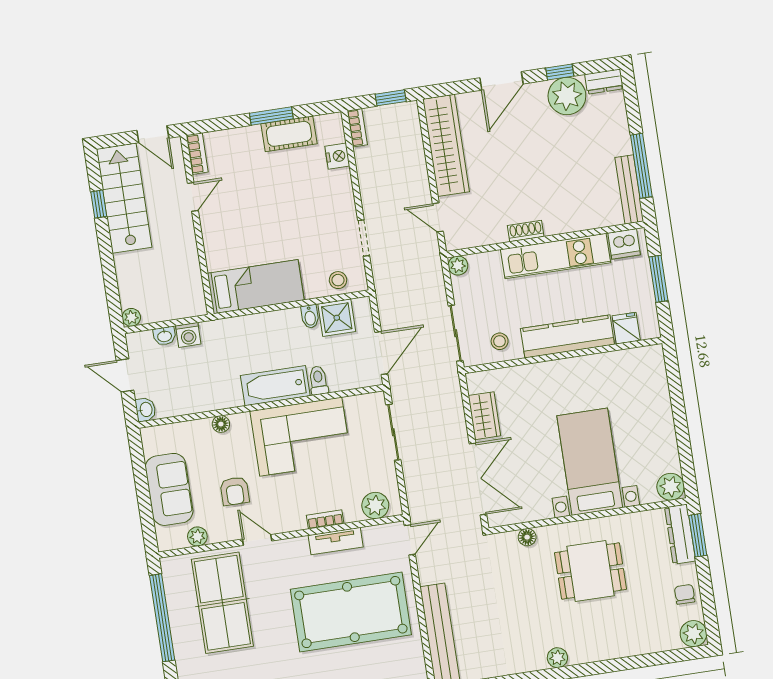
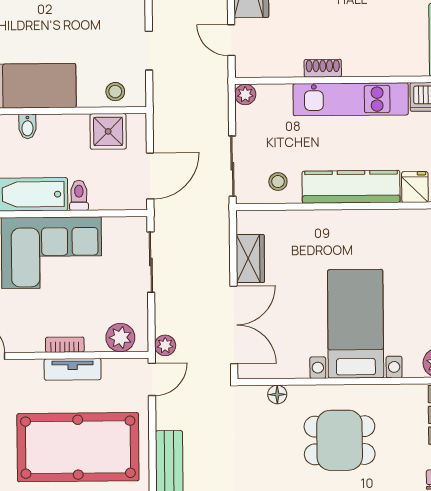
bidet: (310, 317) -> (27, 127), moved
plant: (417, 507) -> (165, 345), added

